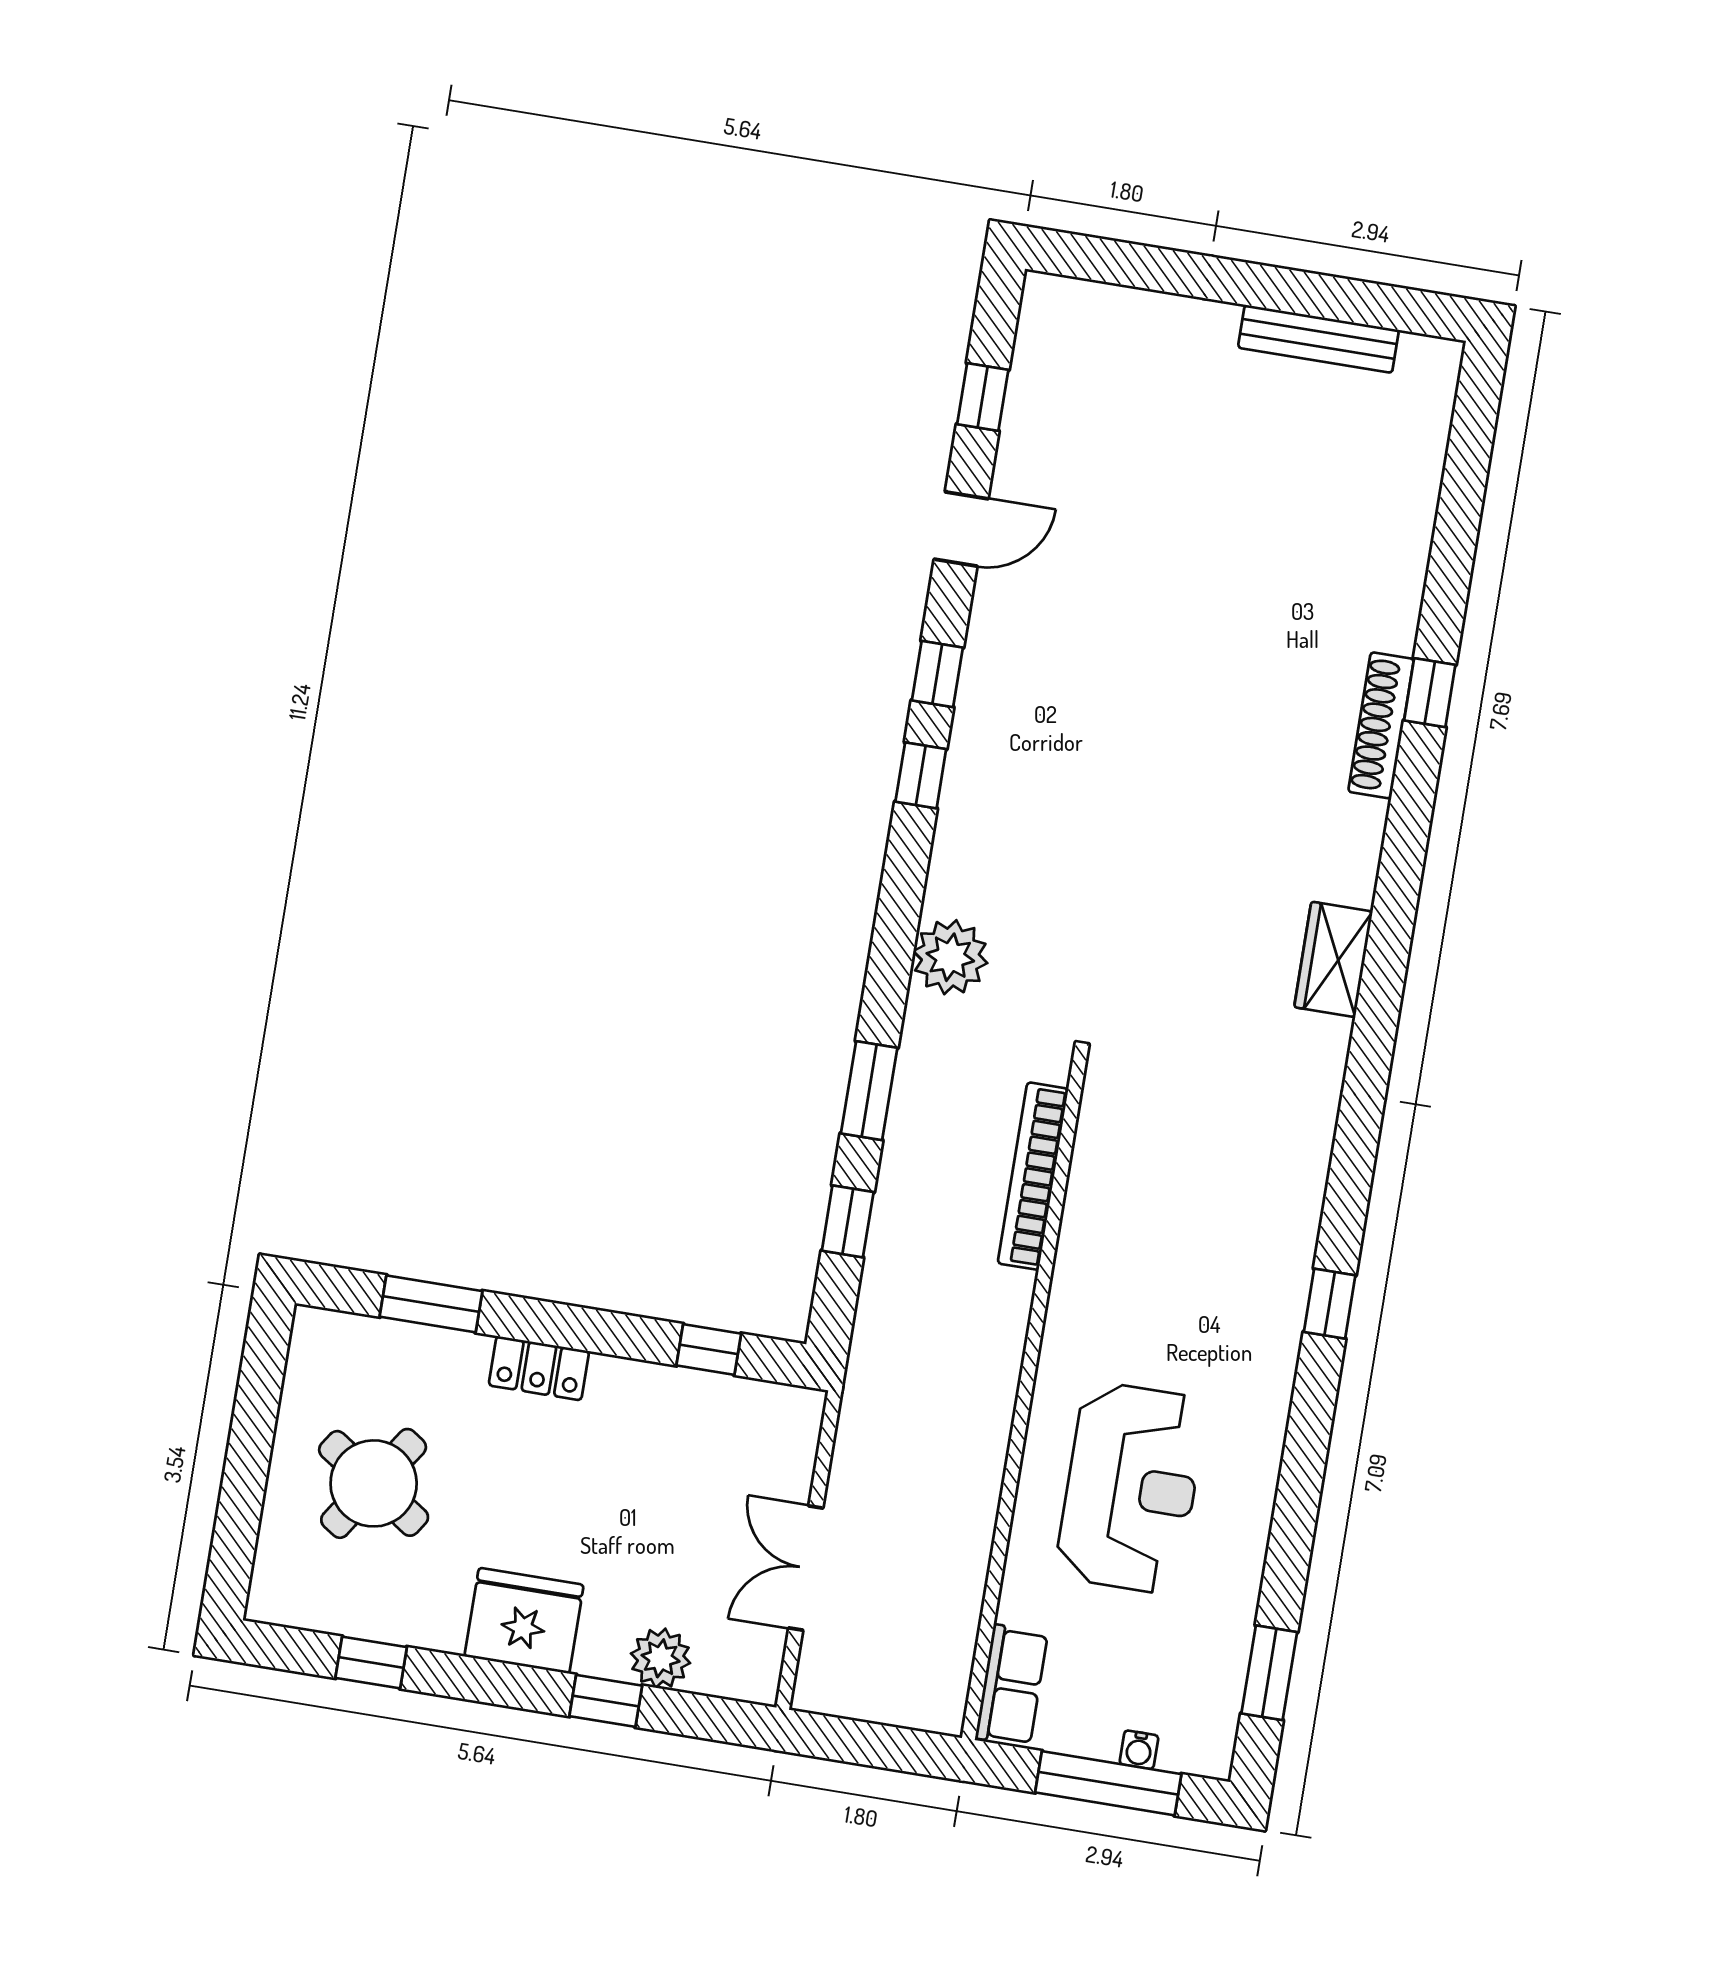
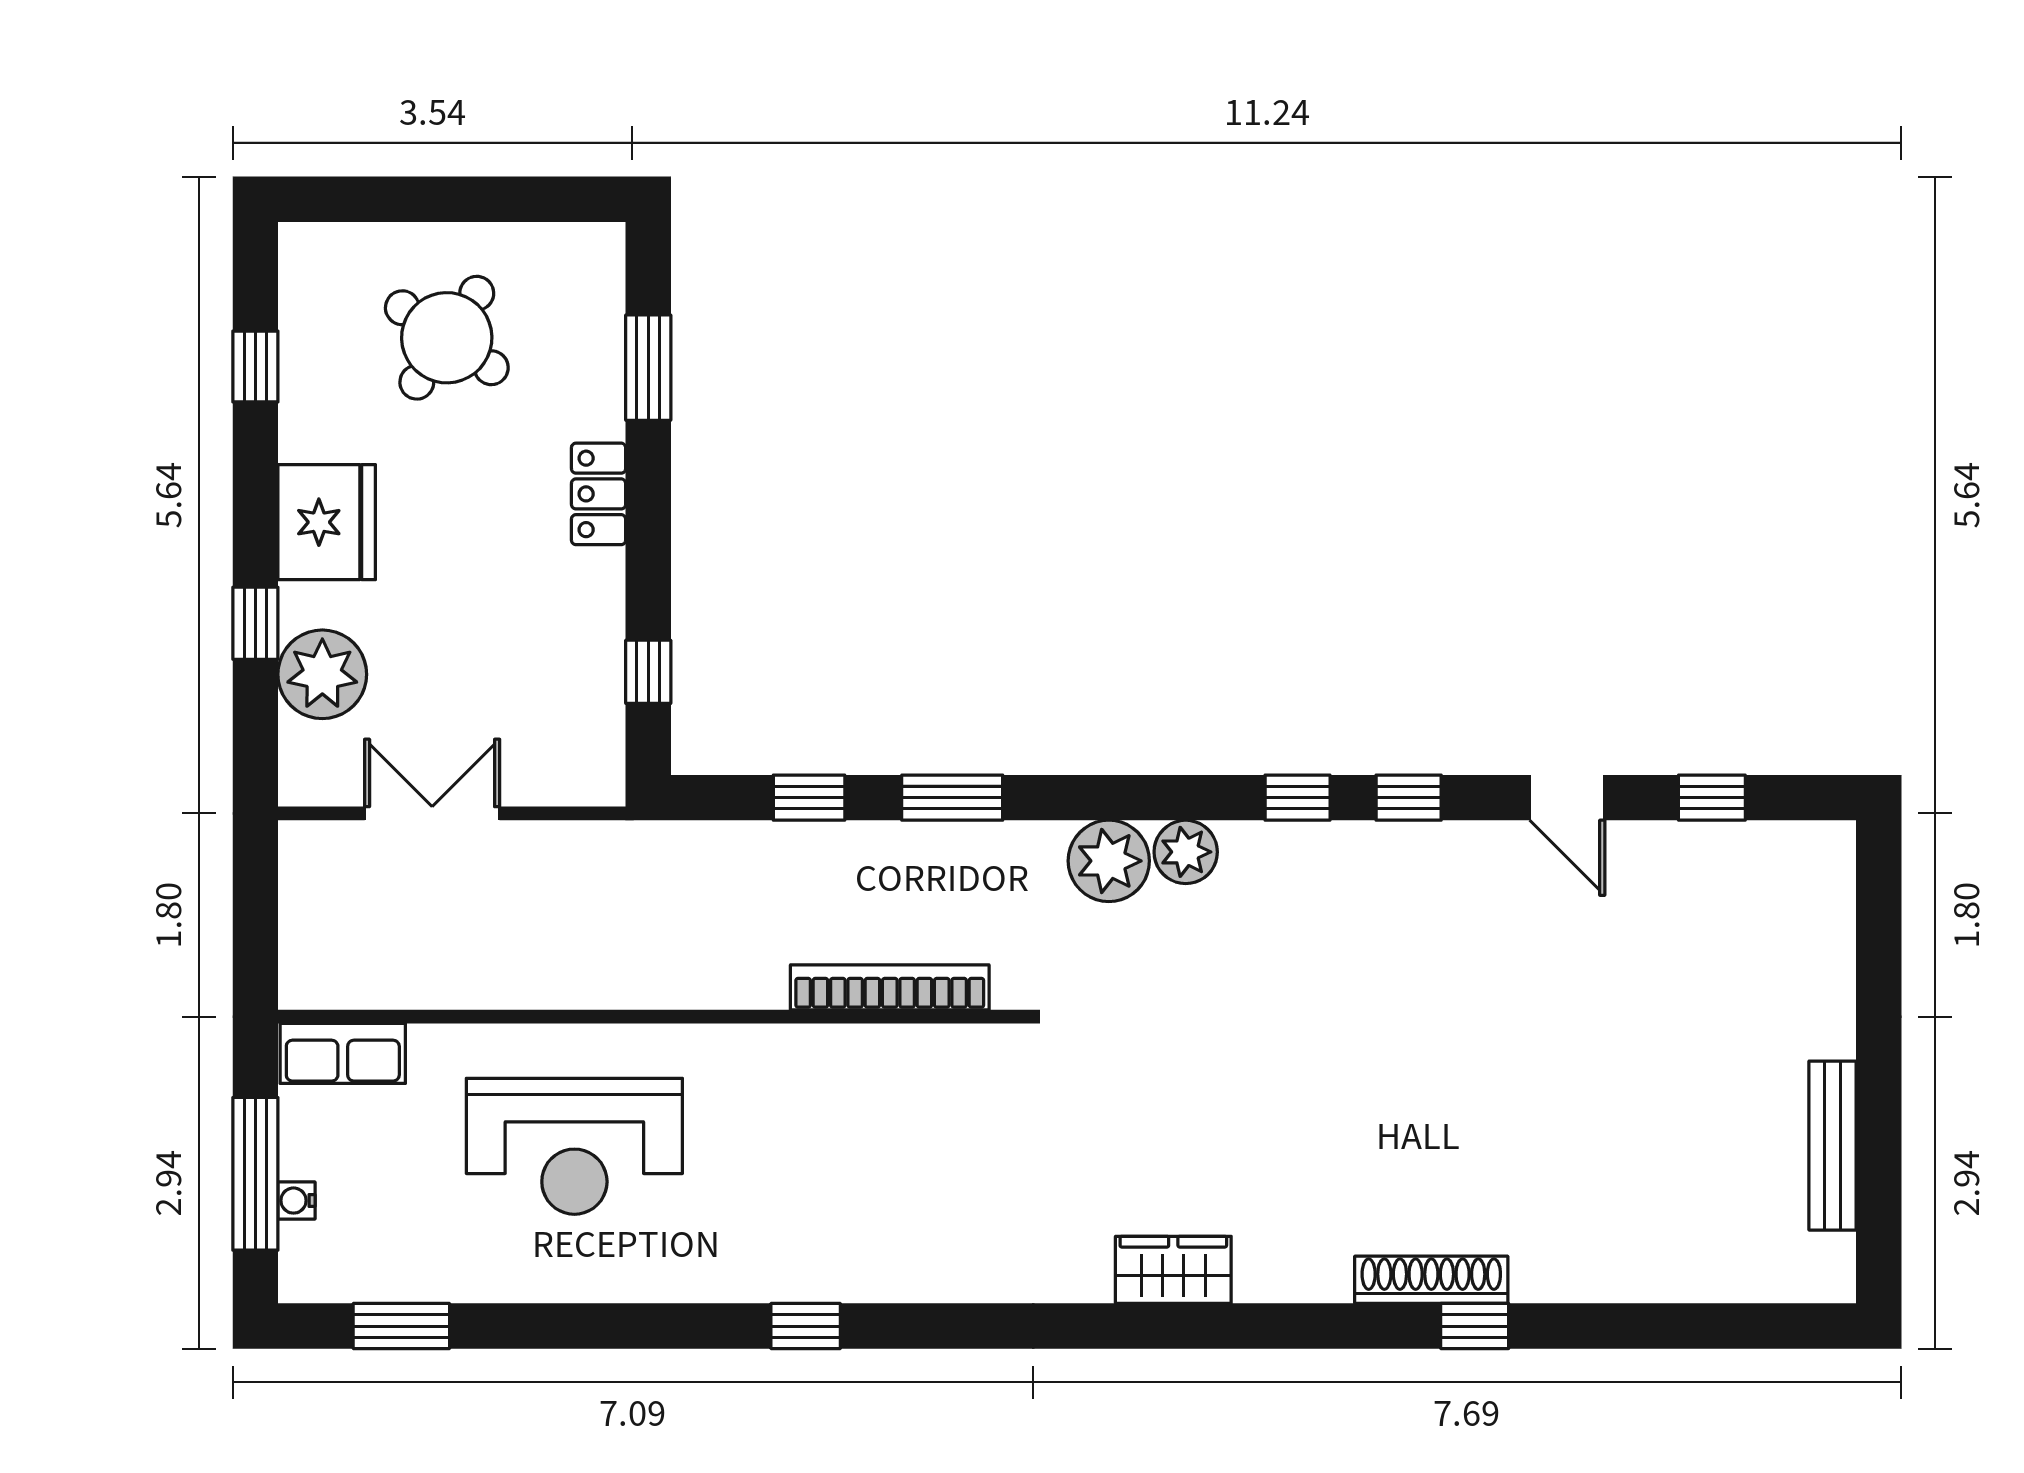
plant: (954, 886) -> (1186, 852), added
plant: (661, 1658) -> (322, 674), width x1.36, depth x1.36

